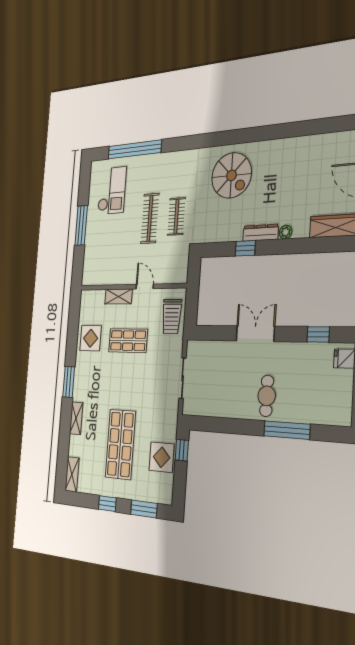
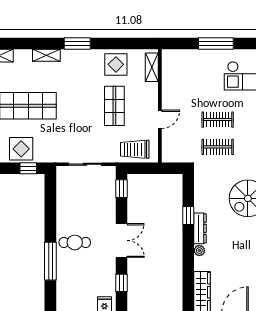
clothes rail: (150, 218) -> (218, 120), width x0.73
shelving: (119, 296) -> (152, 67), moved
window: (211, 333) -> (122, 189), added
double door: (255, 334) -> (122, 240), moved

